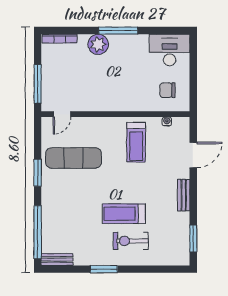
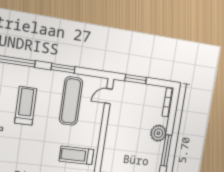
window: (38, 84) -> (136, 79), width x0.69
door: (62, 114) -> (108, 96), hinge flipped
treadmill: (124, 214) -> (26, 106), moved

